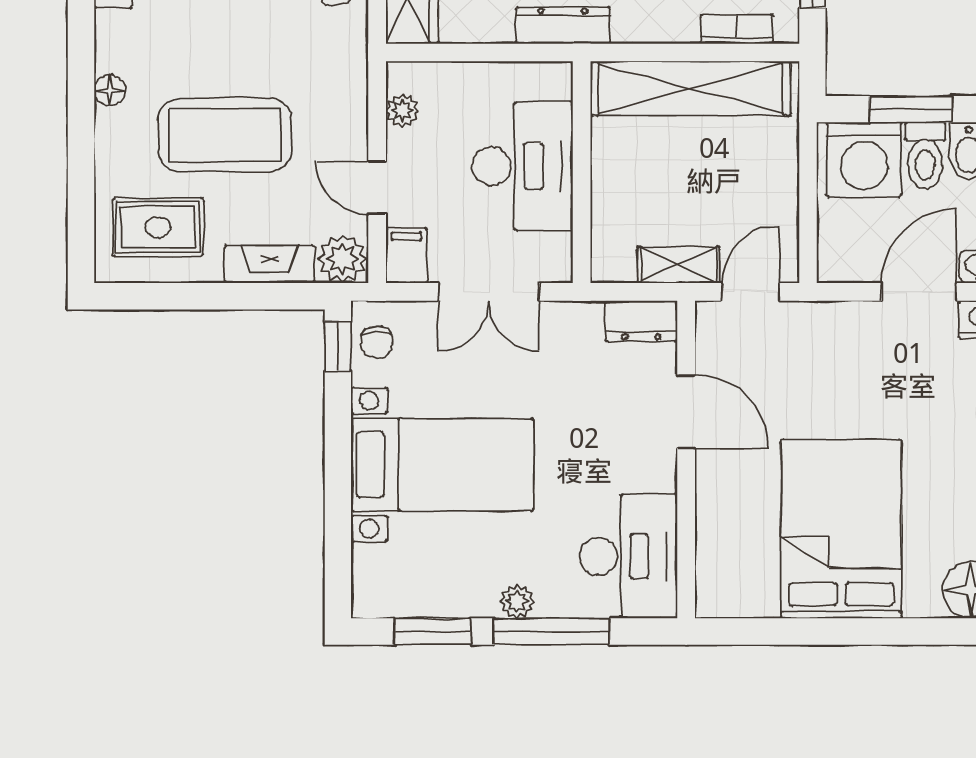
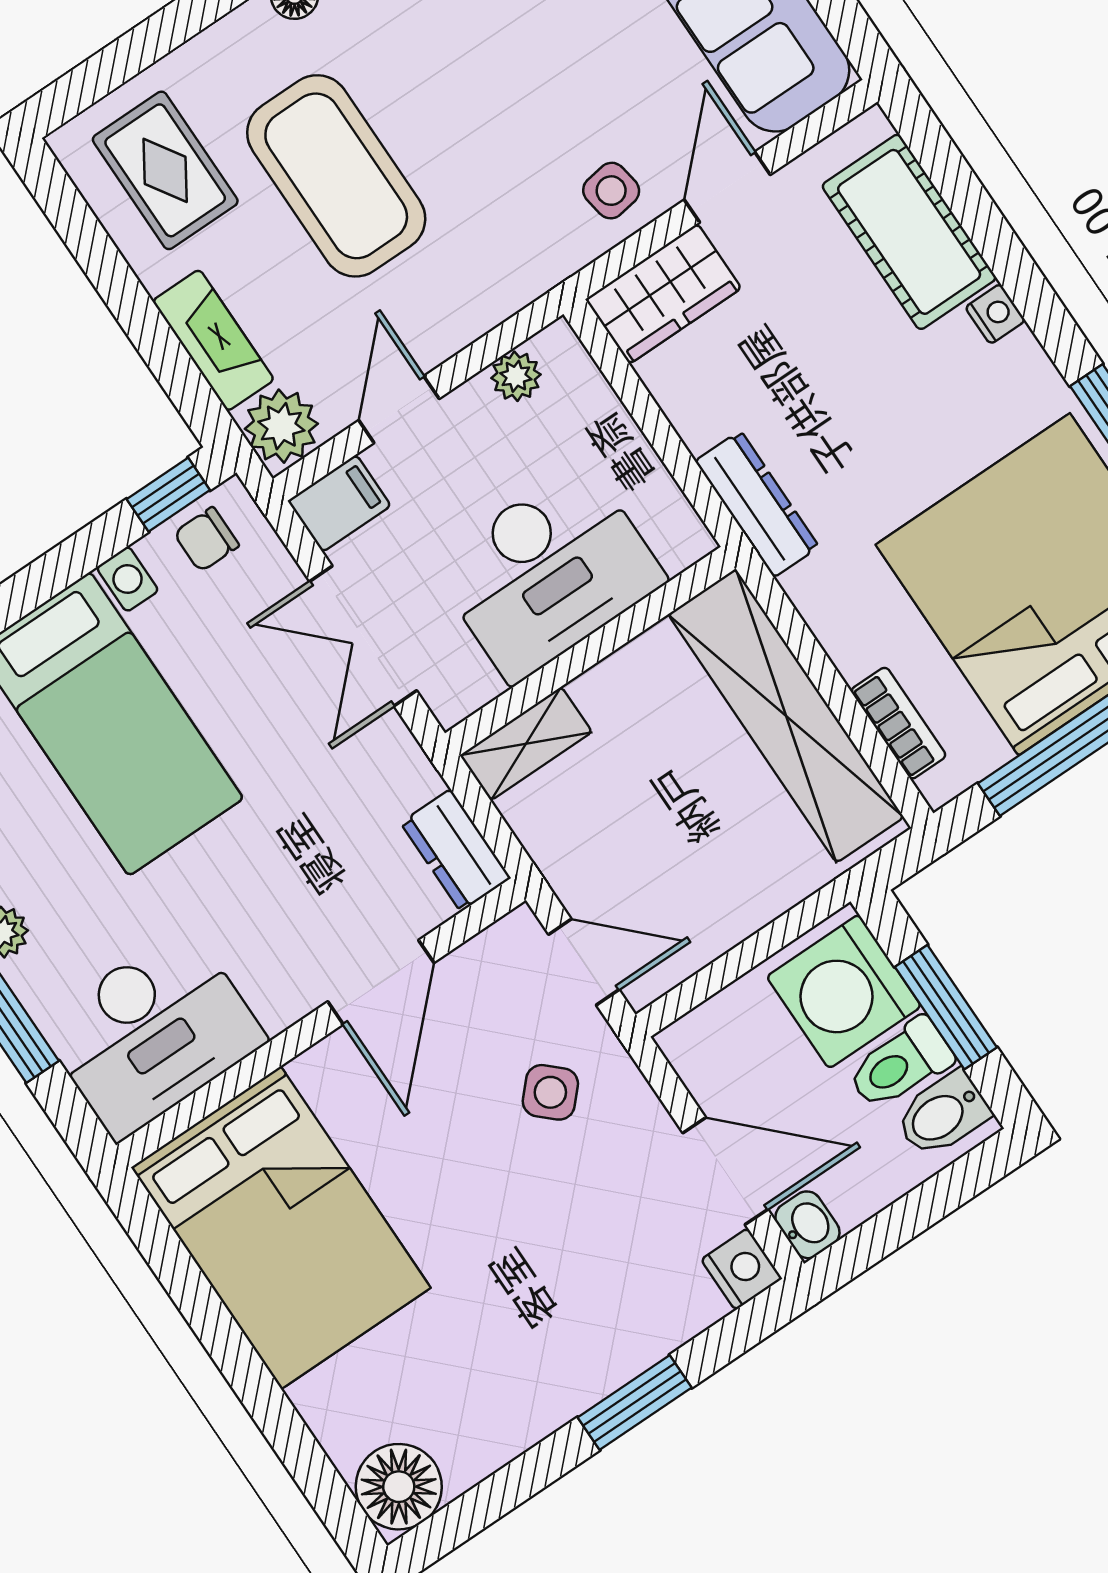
shelving: (679, 265) -> (526, 744), moved, turned 90
side table: (810, 359) -> (550, 1092), added
bed: (841, 529) -> (281, 1228), moved, turned 90

